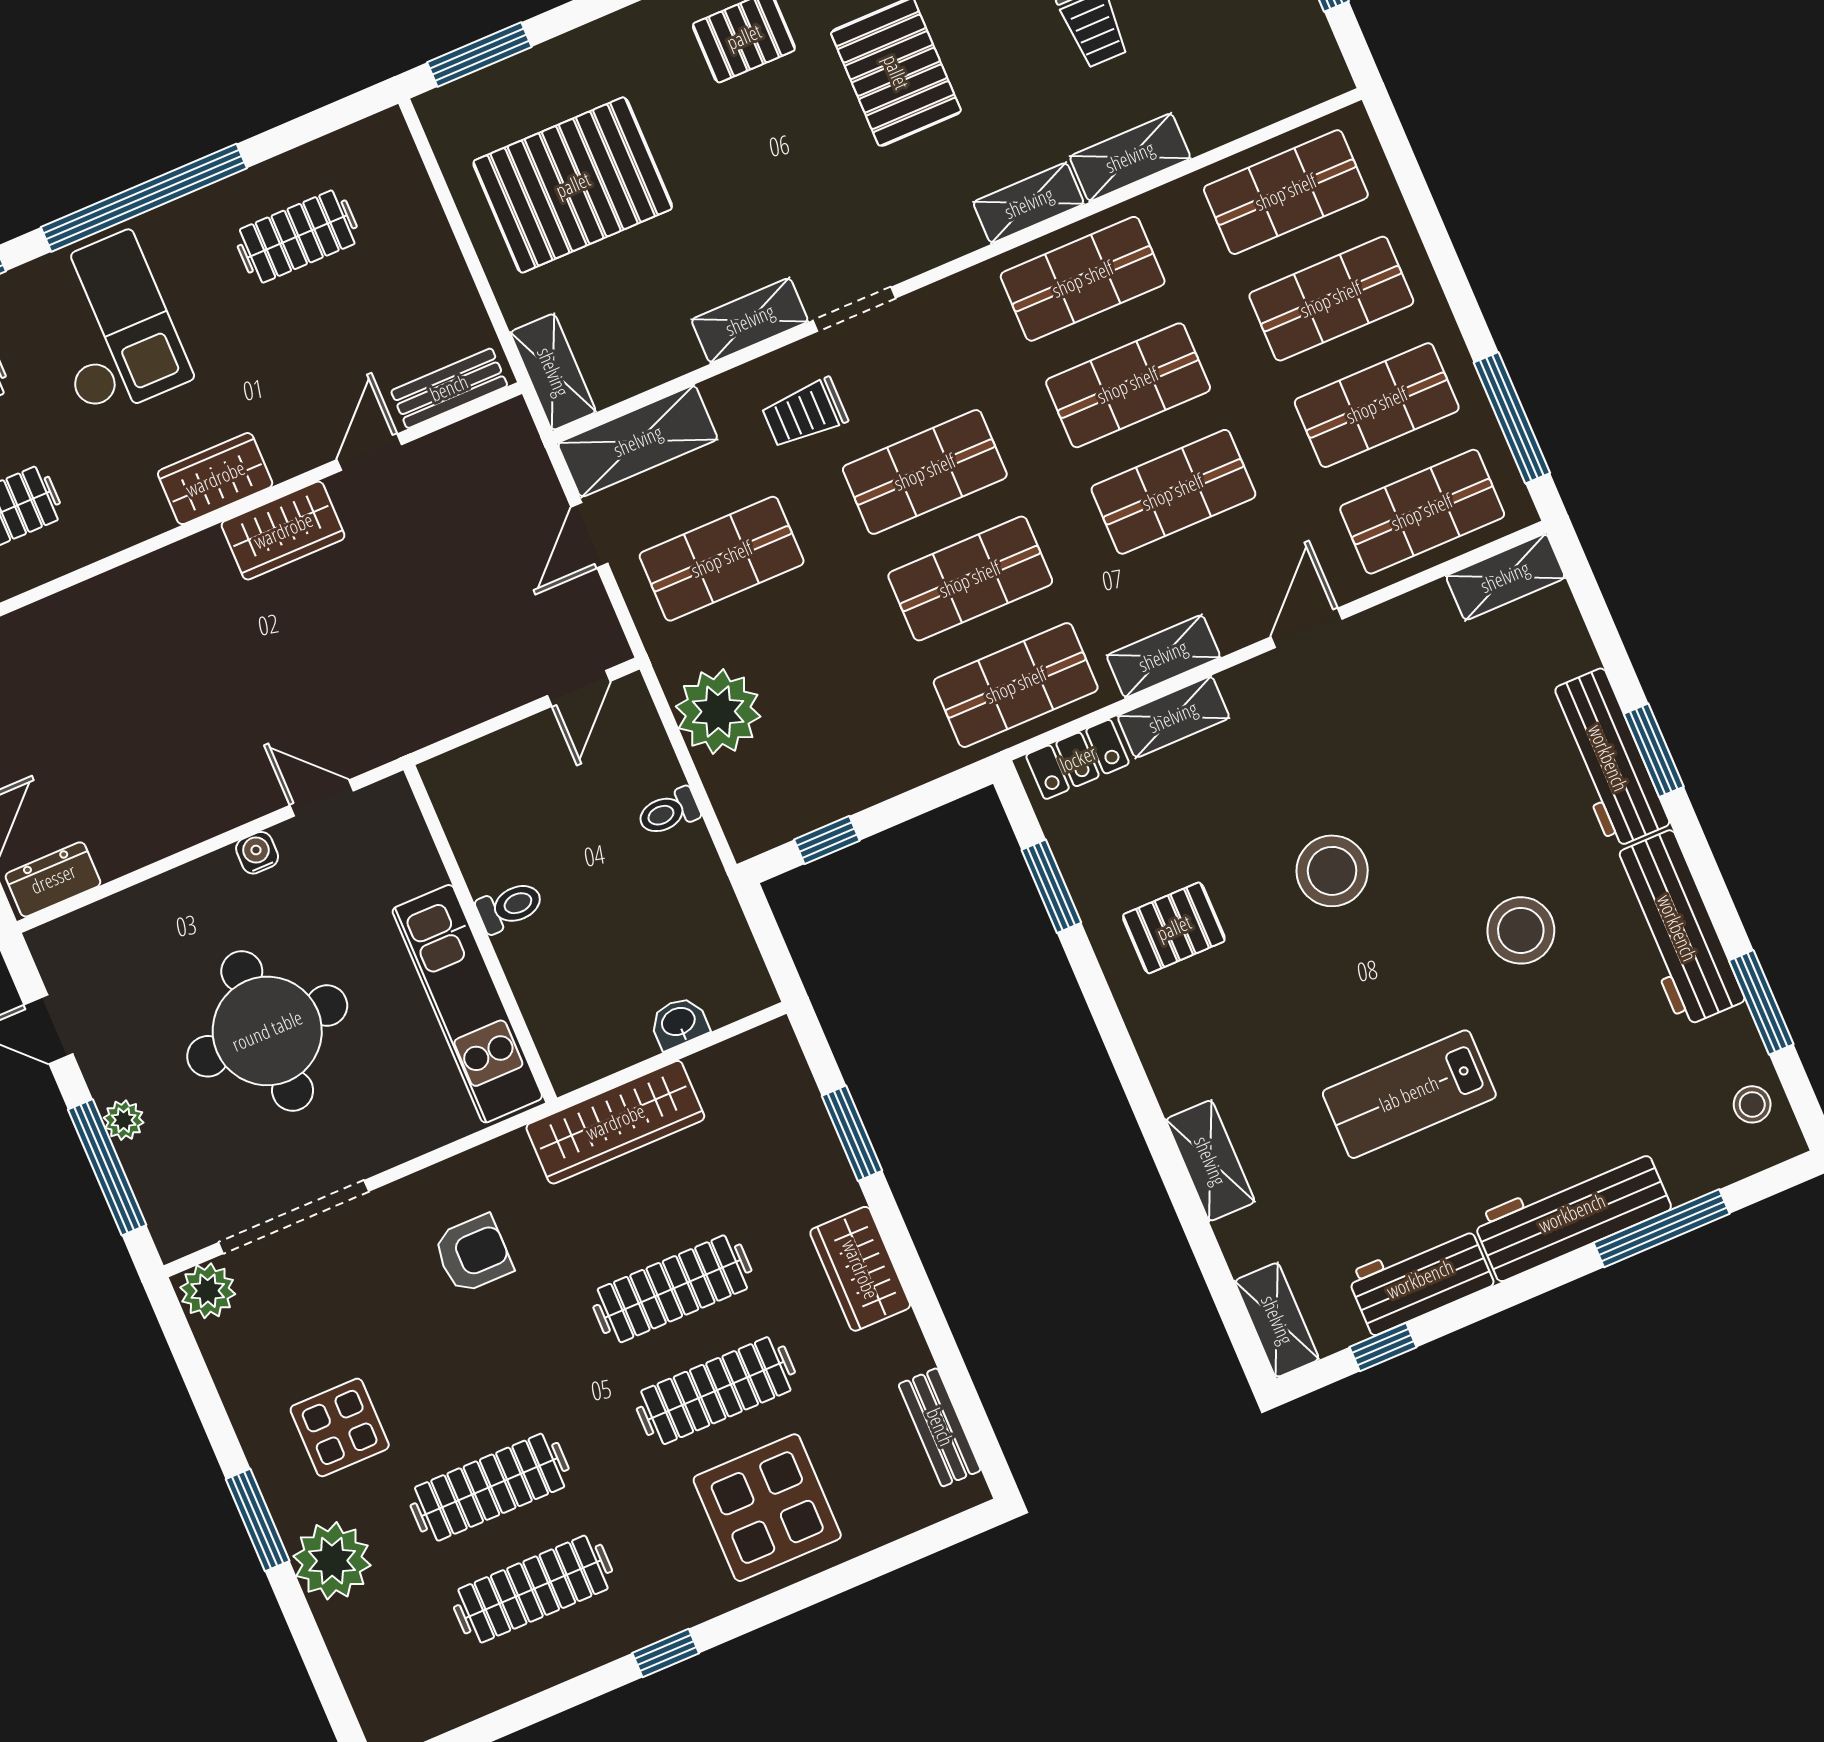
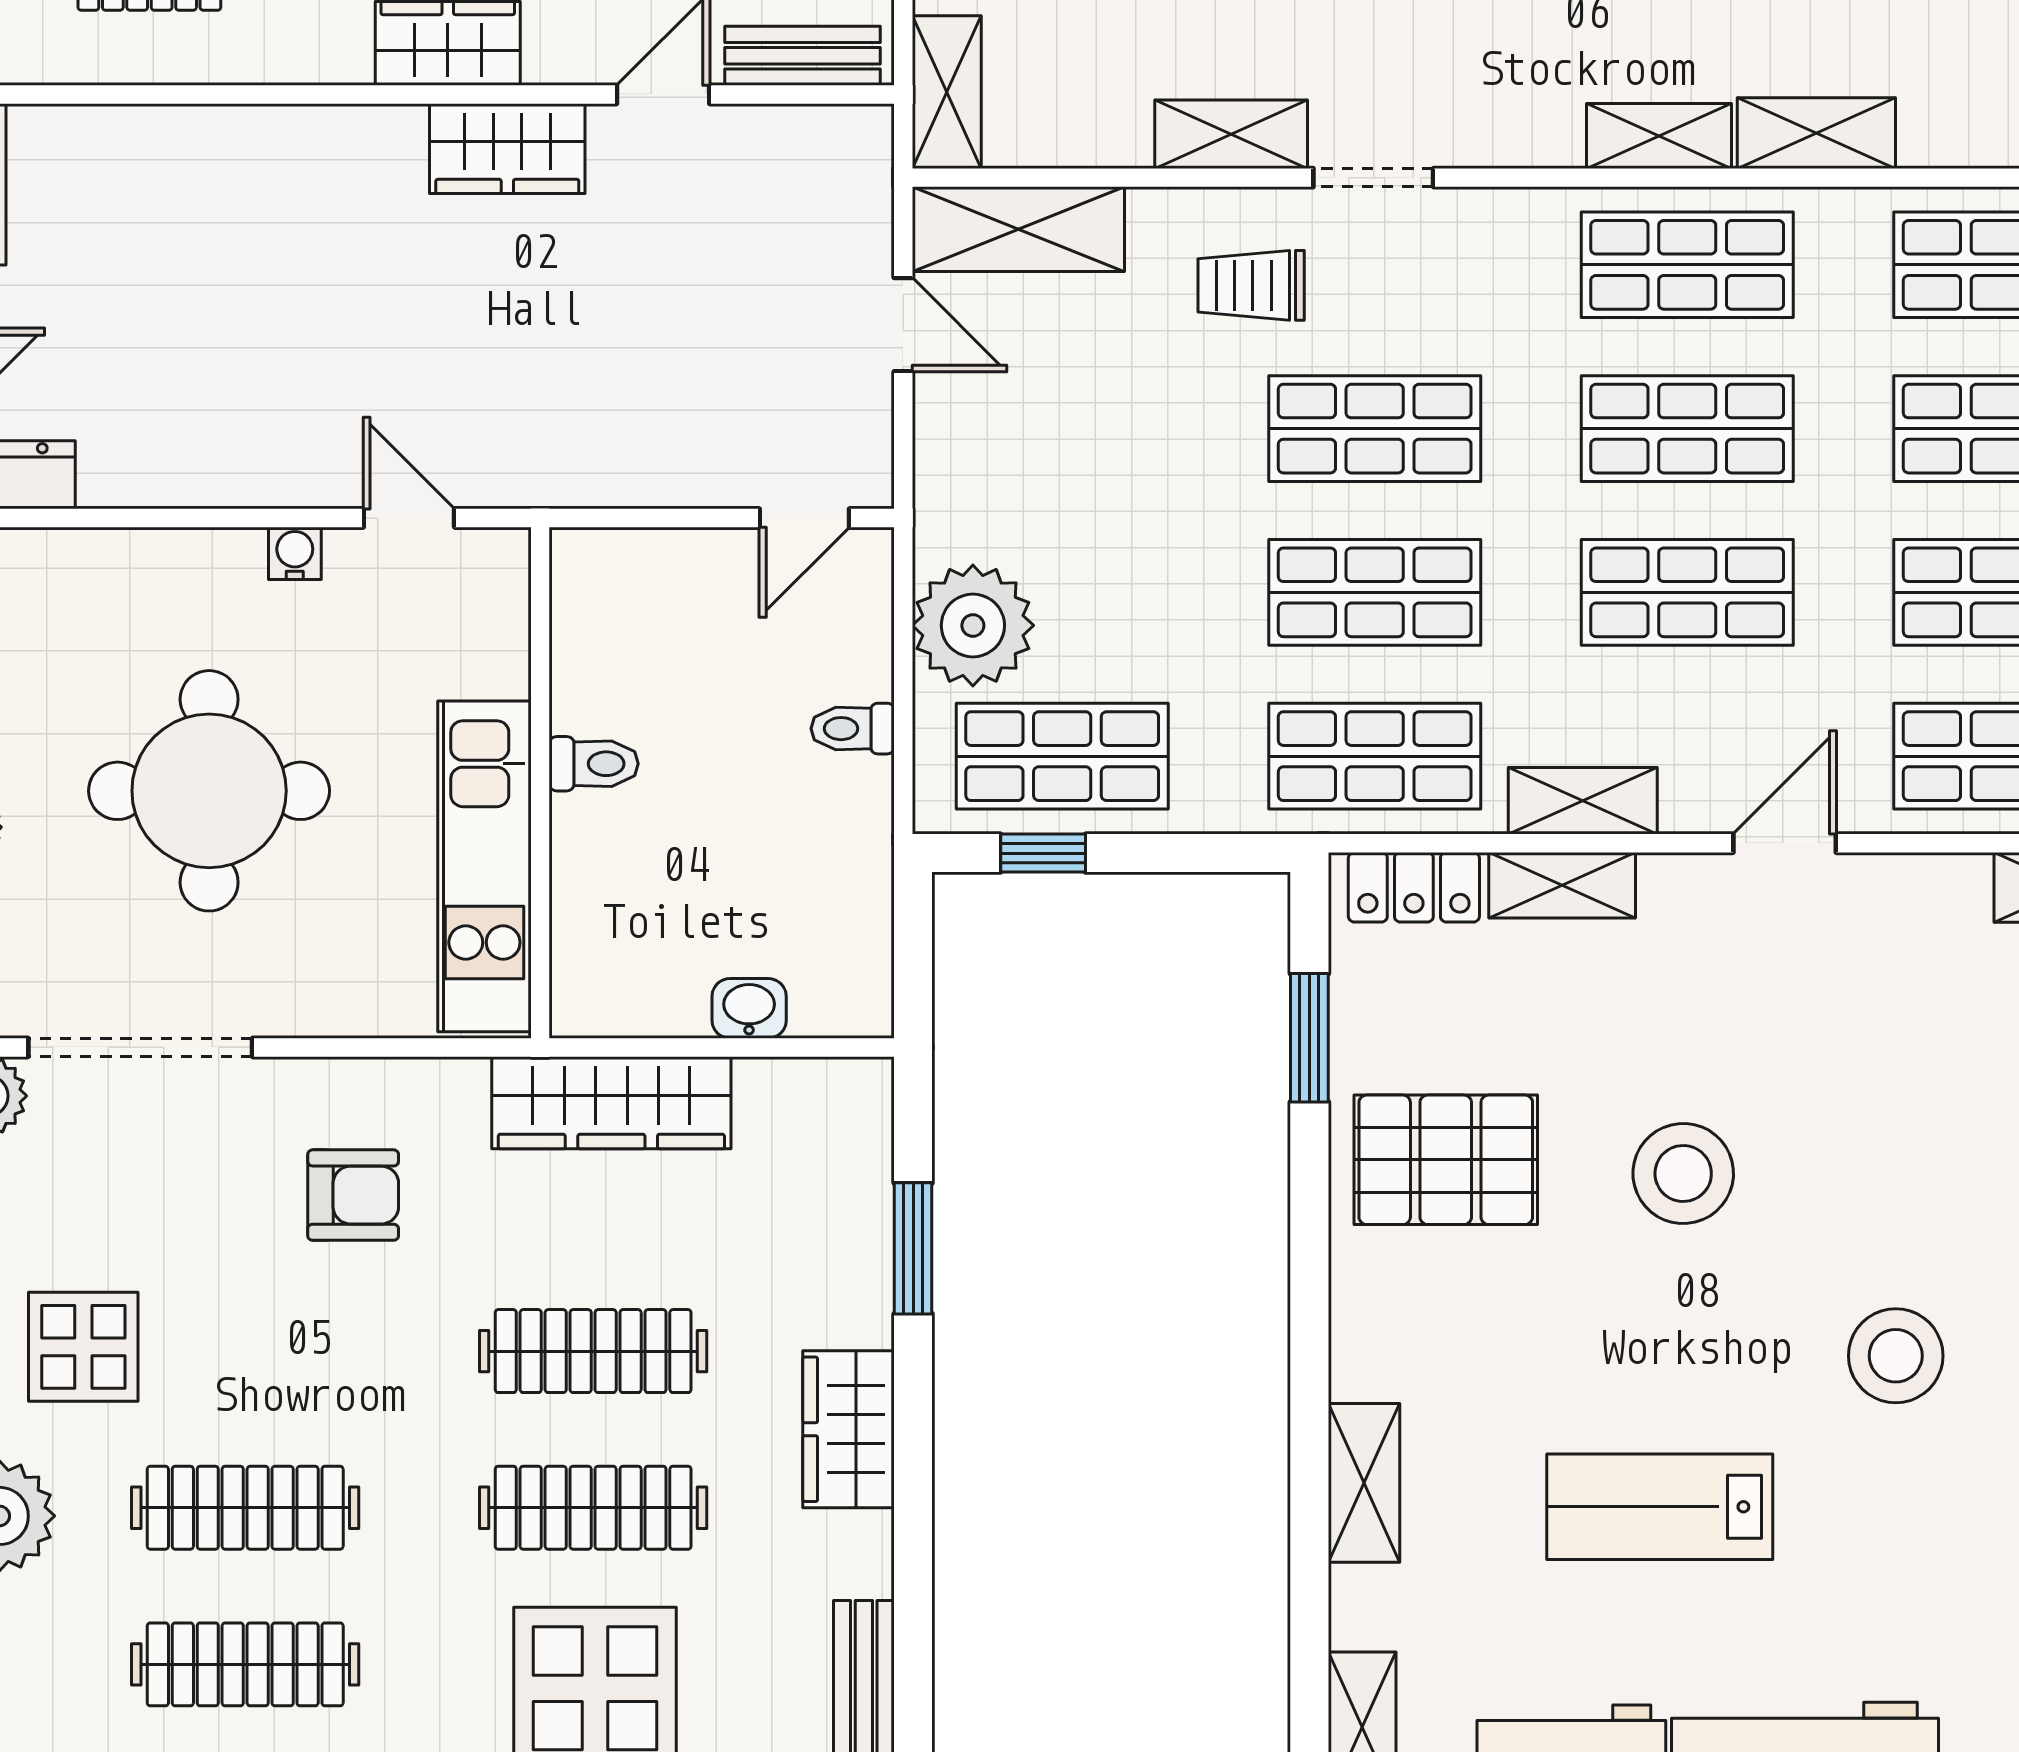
door: (589, 535) -> (903, 325), swing flipped
shop shelf: (722, 559) -> (1062, 756), moved
pallet: (1174, 928) -> (1446, 1160), width x1.50, depth x1.42

